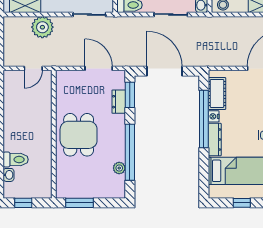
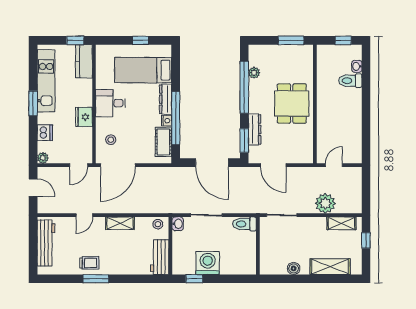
dresser: (119, 102) -> (255, 129), width x1.44

